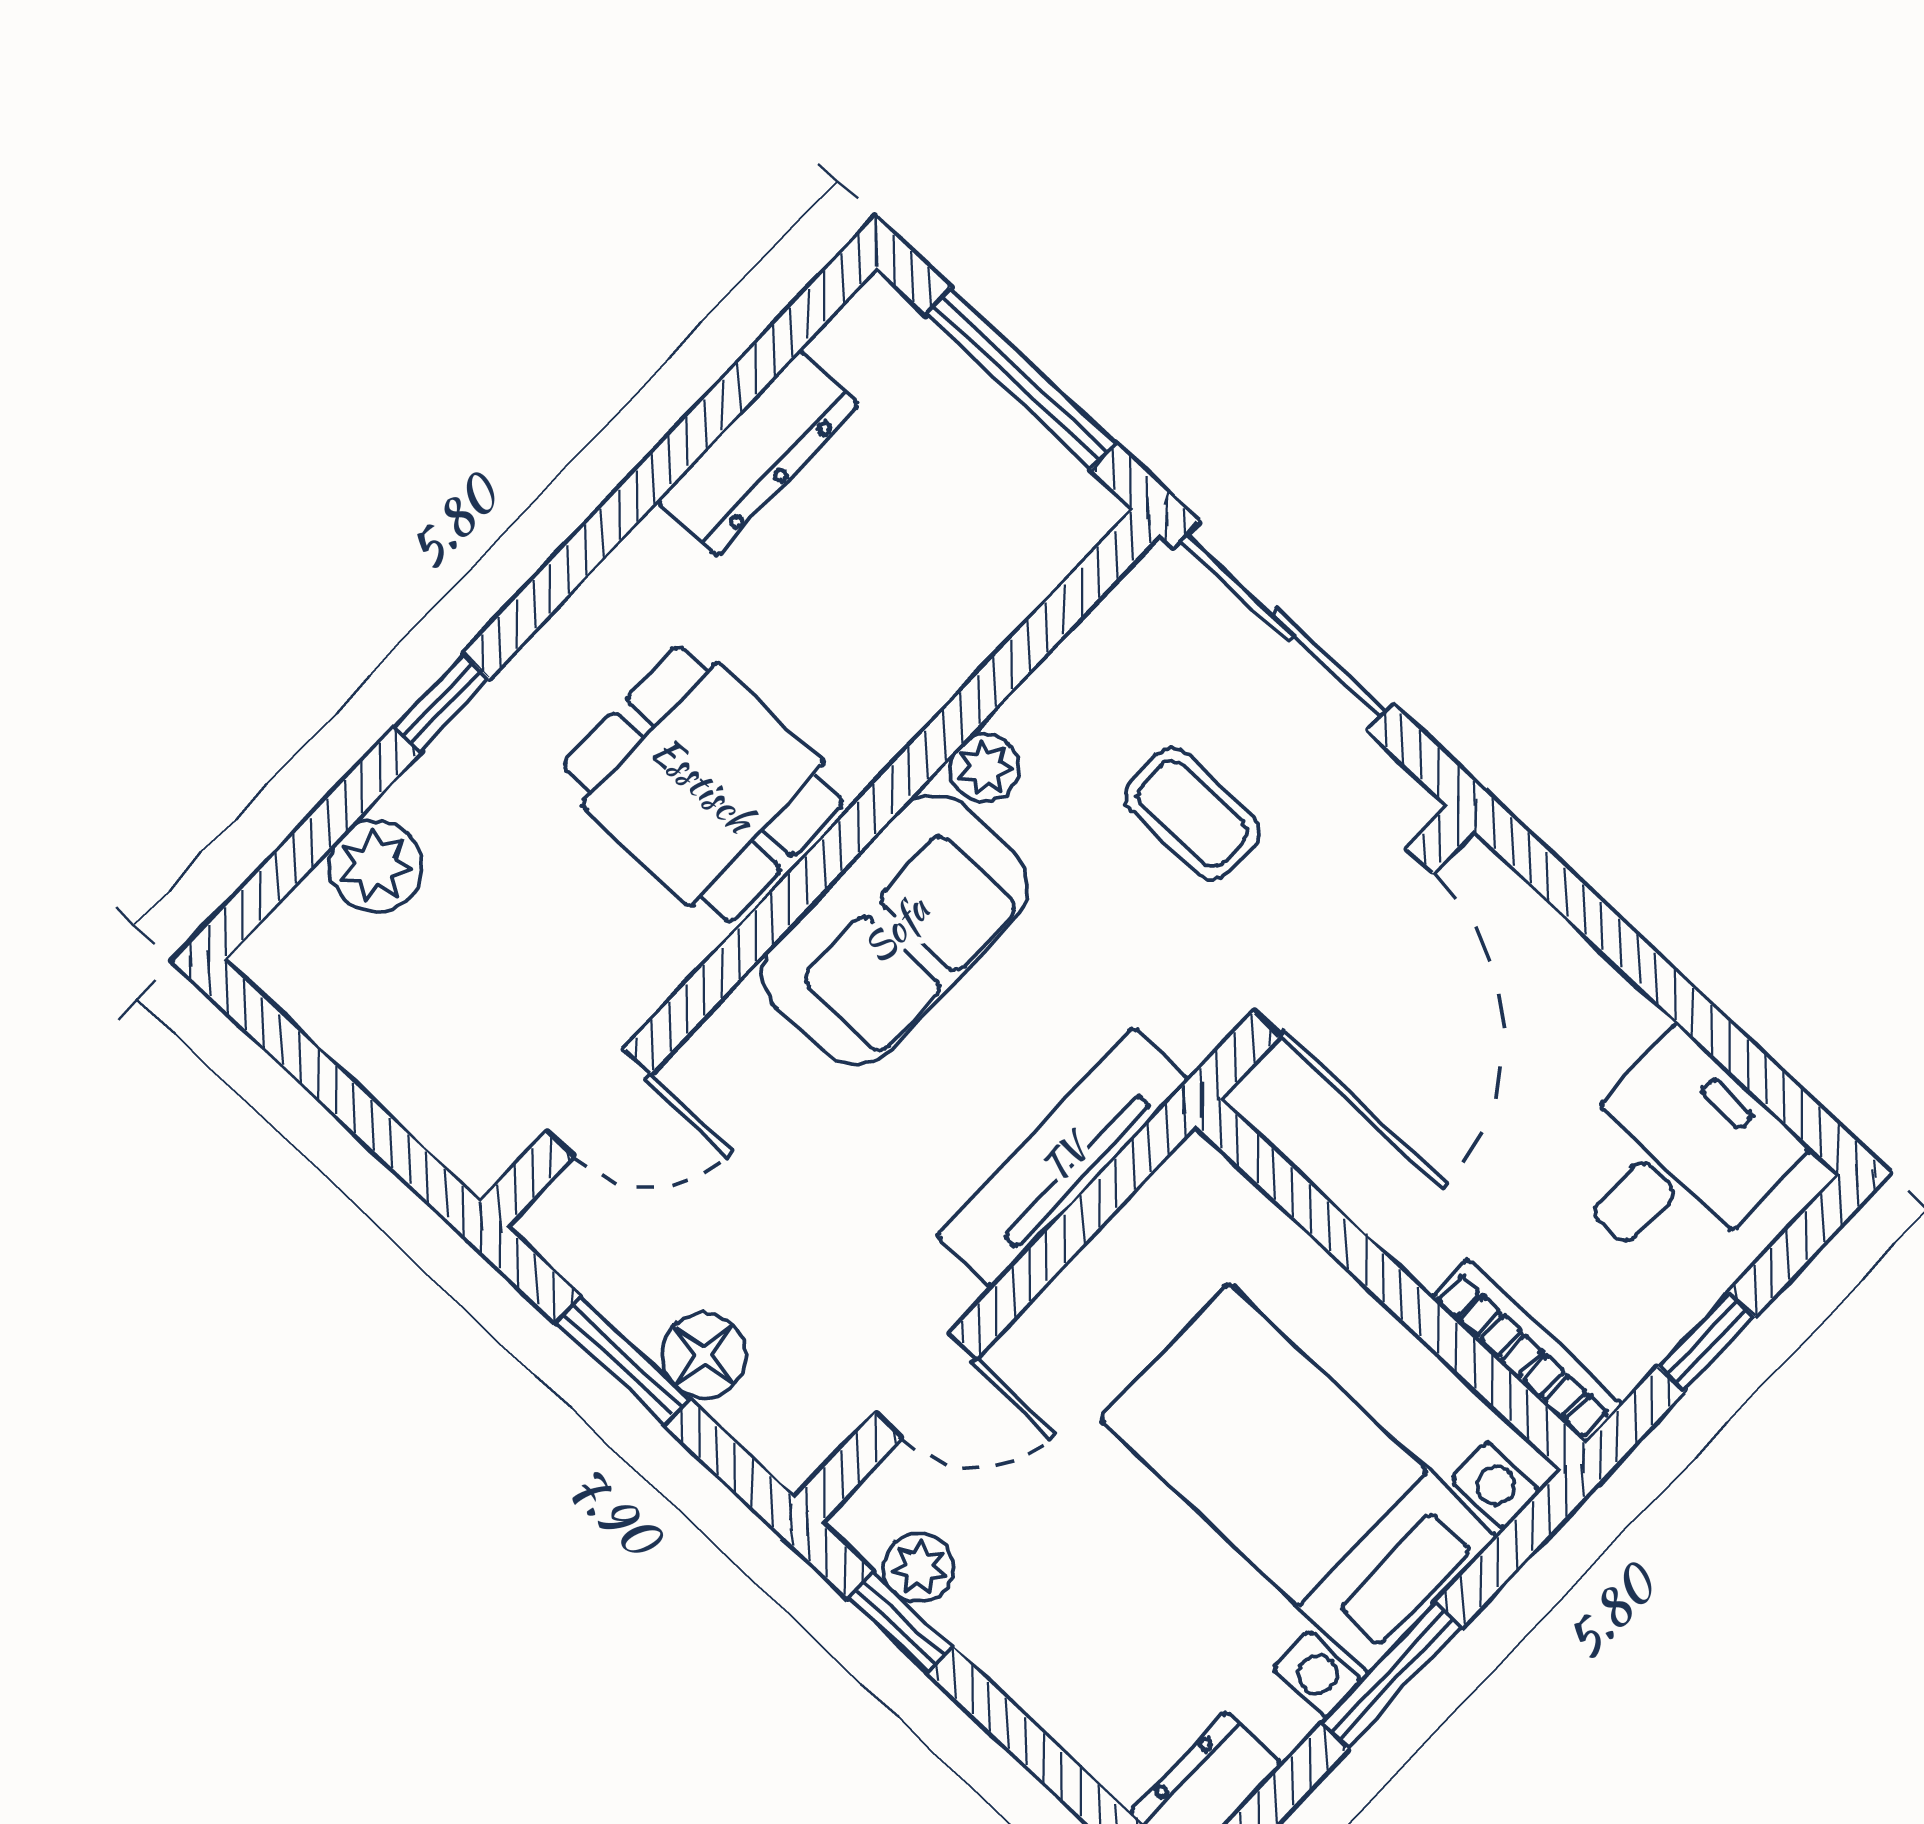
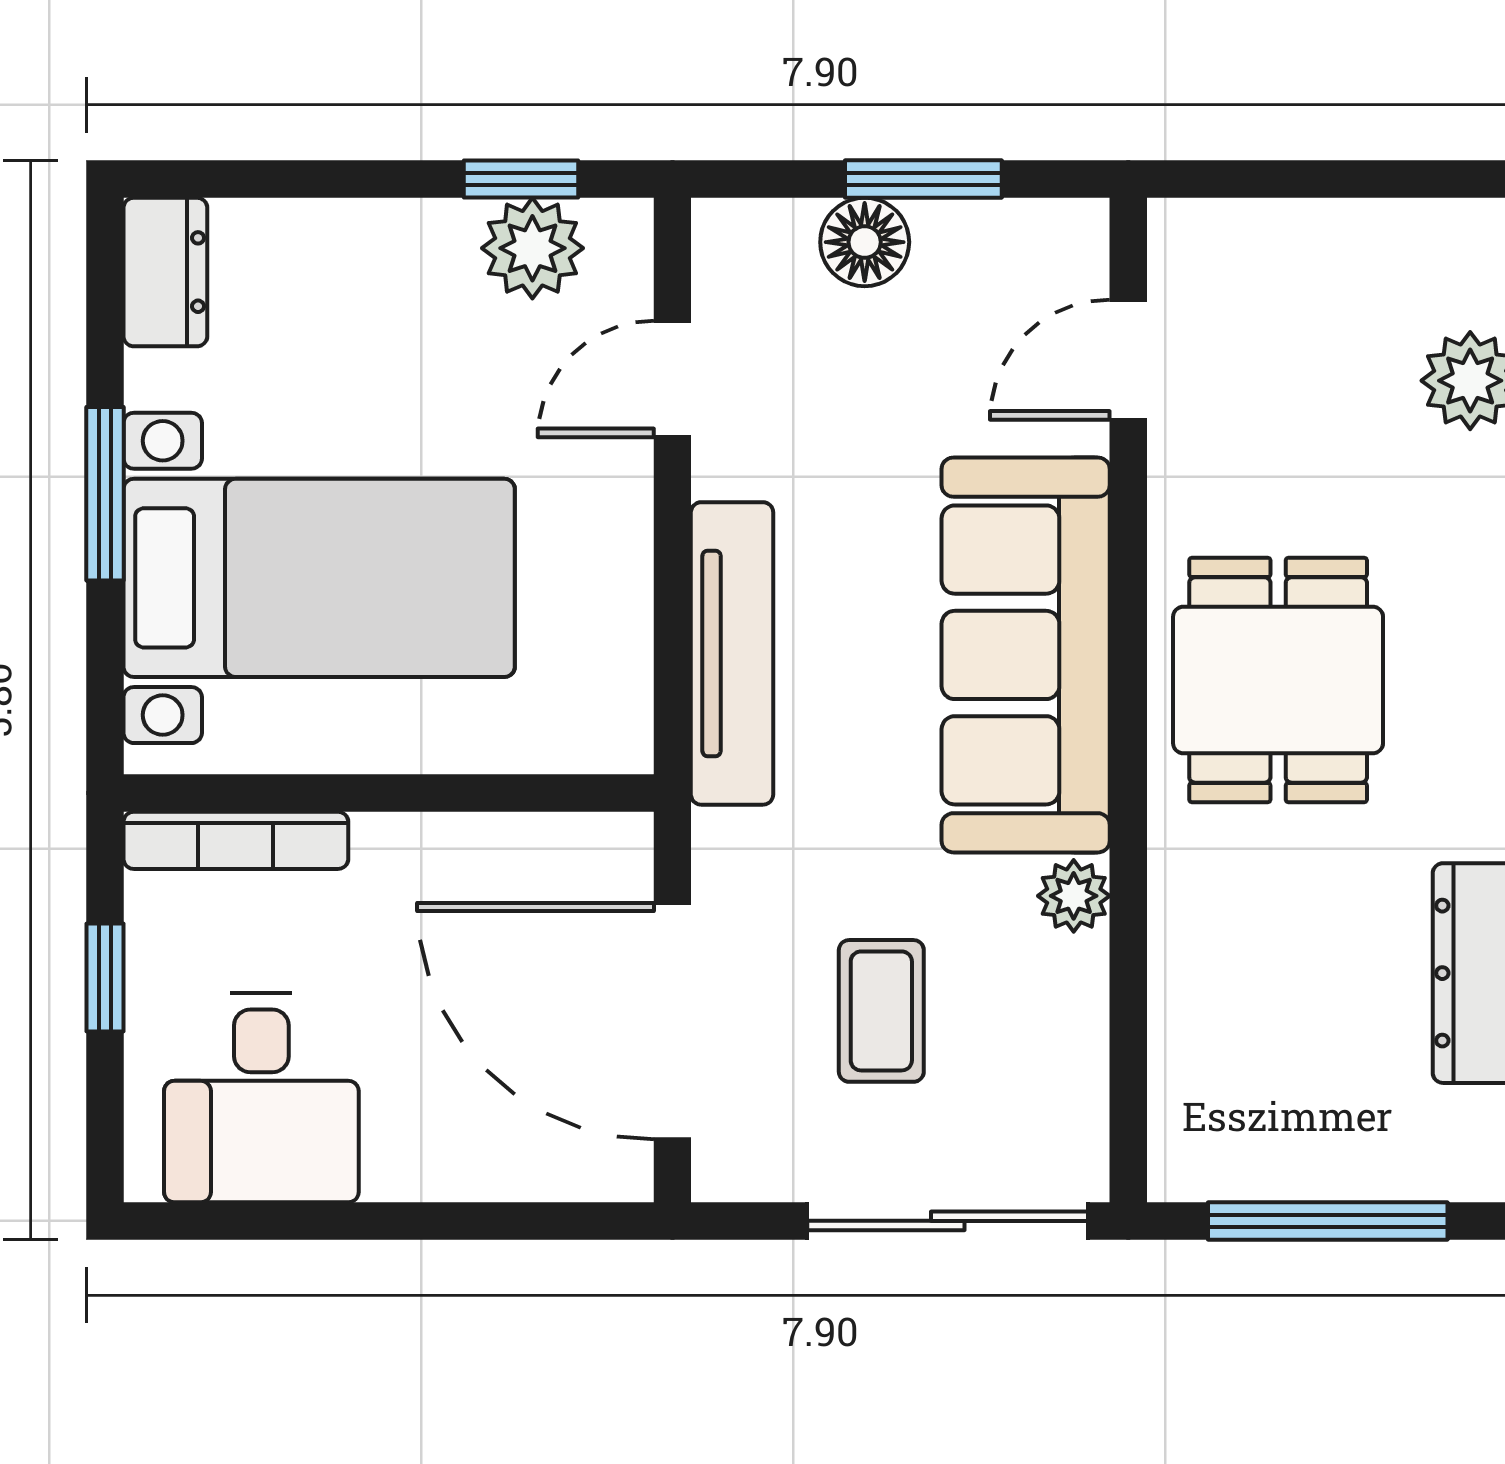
dining table: (703, 784) -> (1278, 680), turned 90
coffee table: (1192, 814) -> (881, 1011), turned 90
sofa: (895, 929) -> (1026, 655), width x1.36
plant: (919, 1568) -> (532, 248), width x1.38, depth x1.38

